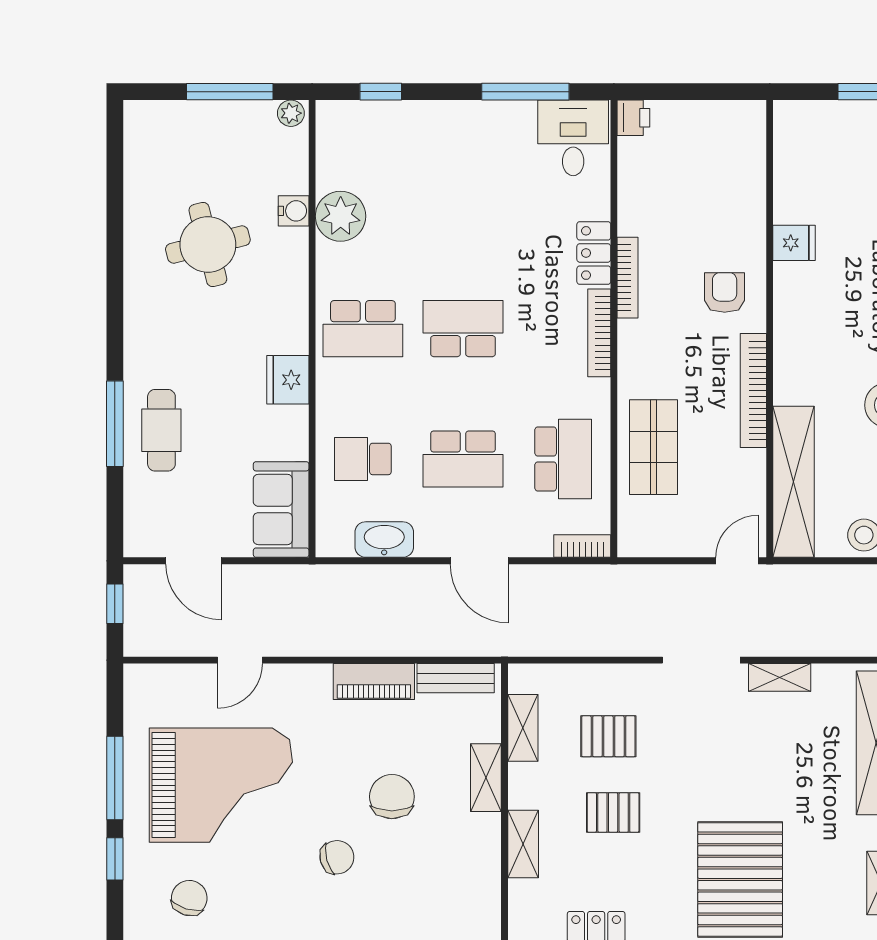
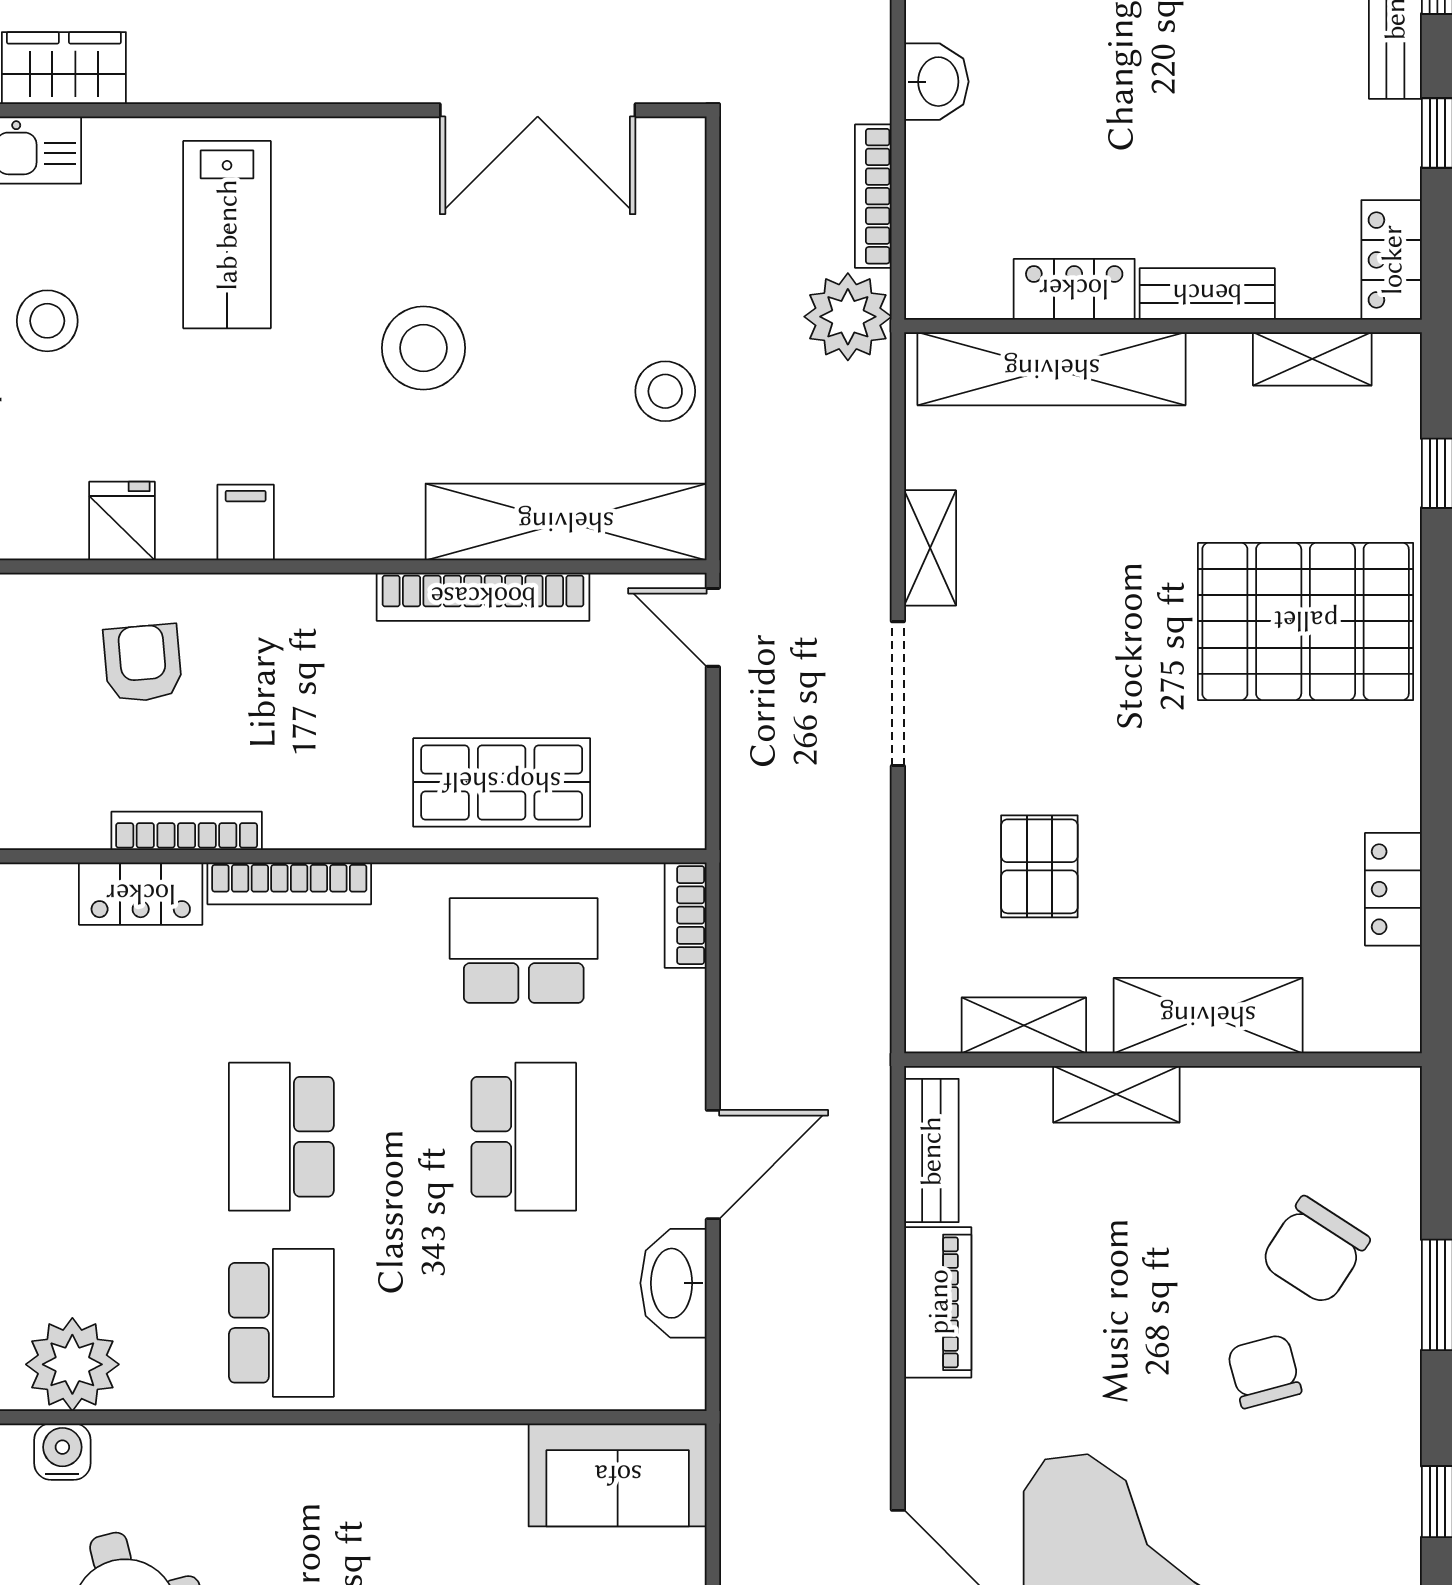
armchair: (725, 293) -> (143, 663), moved, turned 85
filing cabinet: (793, 309) -> (246, 523), added
fridge: (288, 380) -> (376, 1462), removed
bookcase: (753, 390) -> (483, 597), moved
school desk: (363, 459) -> (524, 1323), removed
door: (479, 561) -> (713, 1165), moved
chair: (392, 797) -> (1315, 1251), moved, turned -57
pallet: (613, 812) -> (1181, 858), removed
shelving: (523, 844) -> (1208, 1016), width x1.50, depth x1.33

